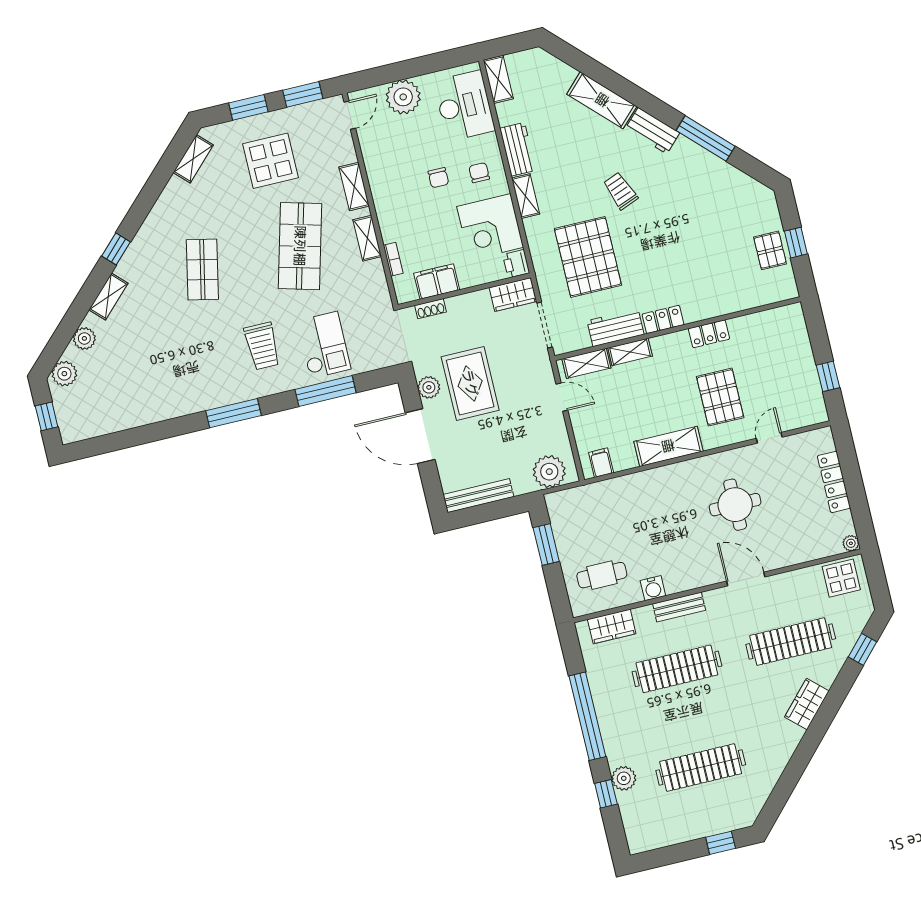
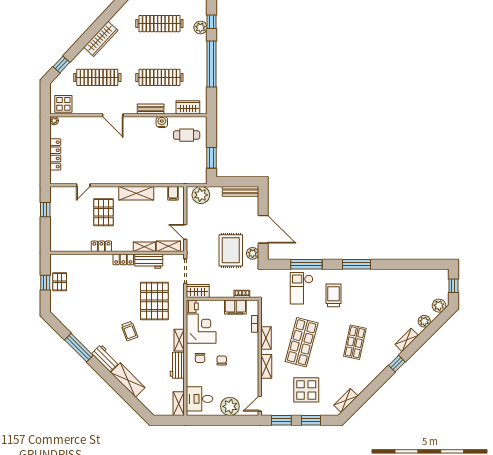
desk: (464, 106) -> (199, 399), width x0.73
round table: (735, 505) -> (109, 155), removed
wardrobe: (807, 704) -> (101, 39), width x1.50

